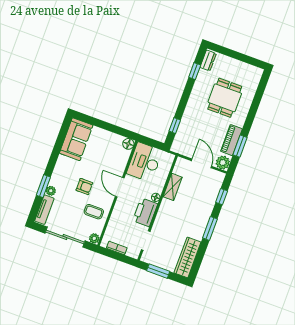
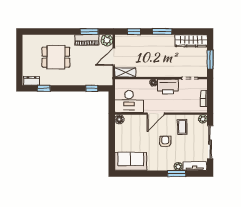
shelving: (173, 187) -> (125, 72), moved

